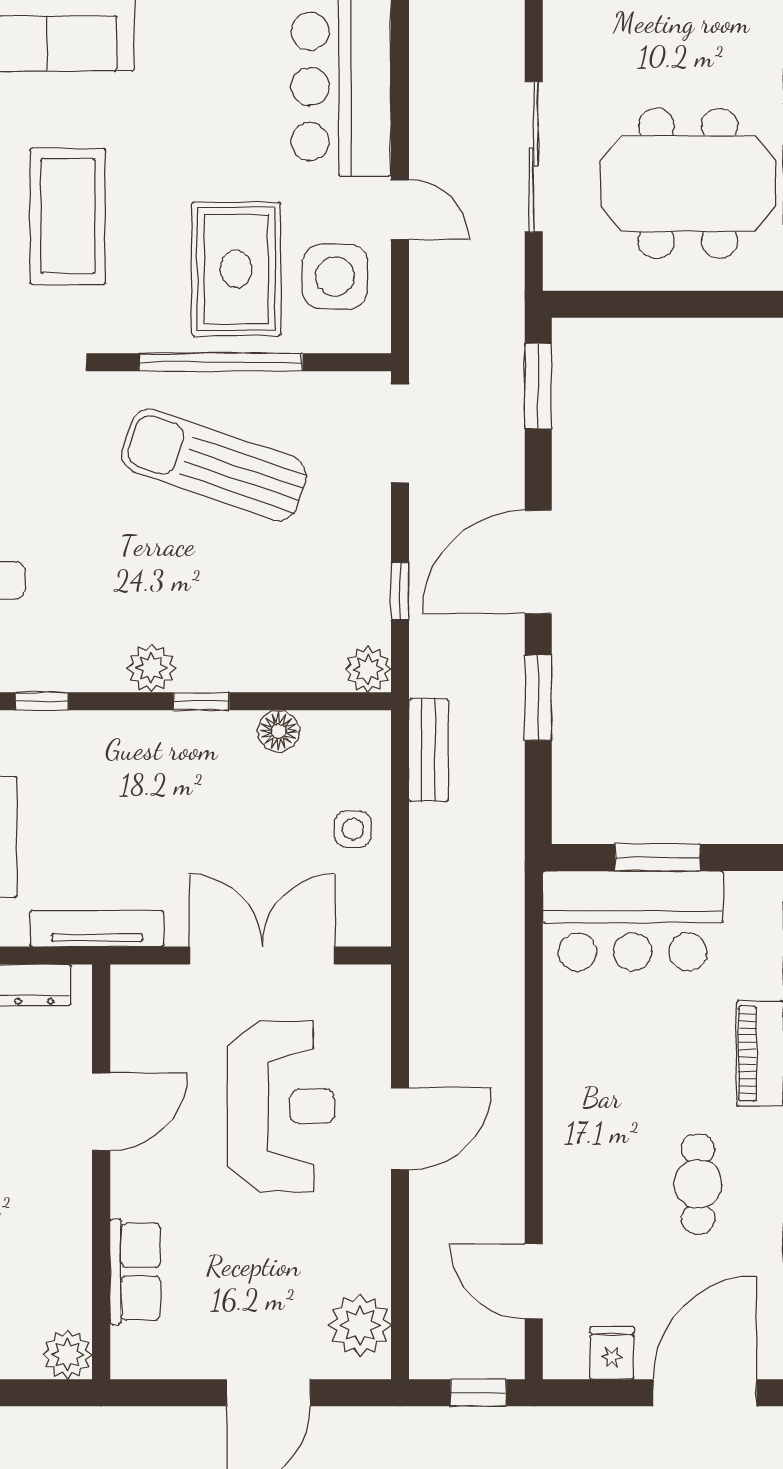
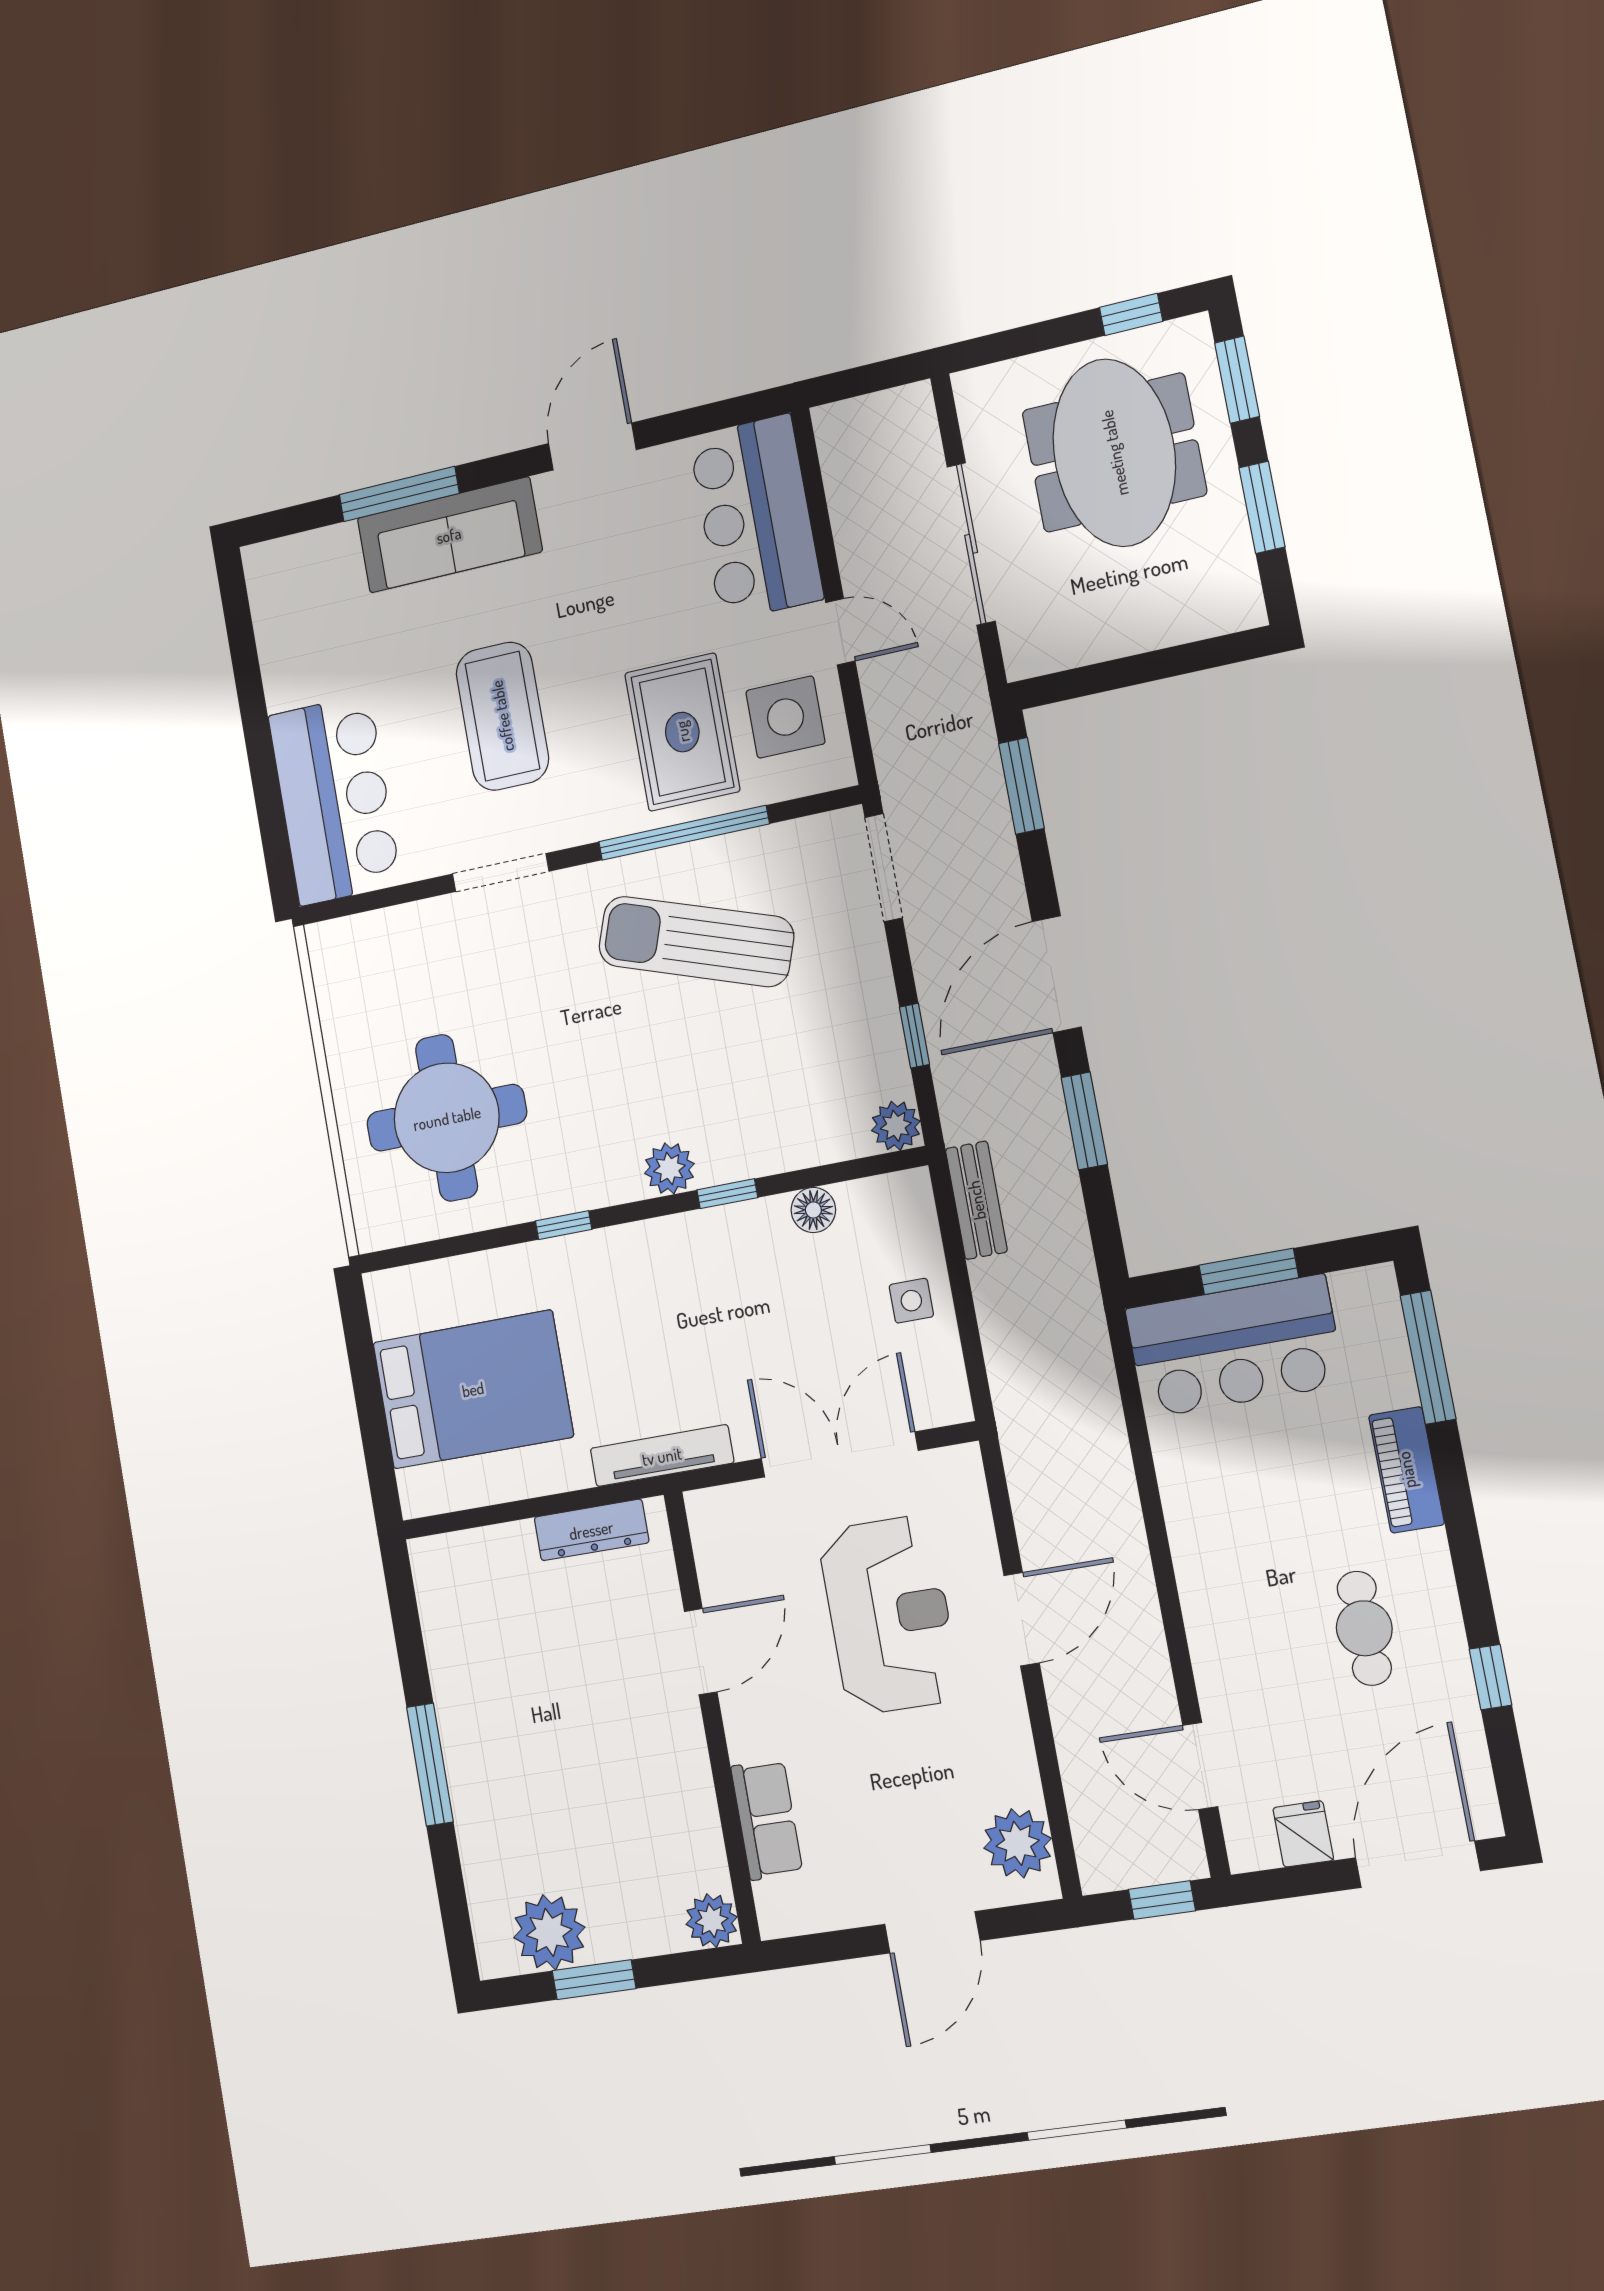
meeting table: (688, 183) -> (1114, 453), moved, turned 90

